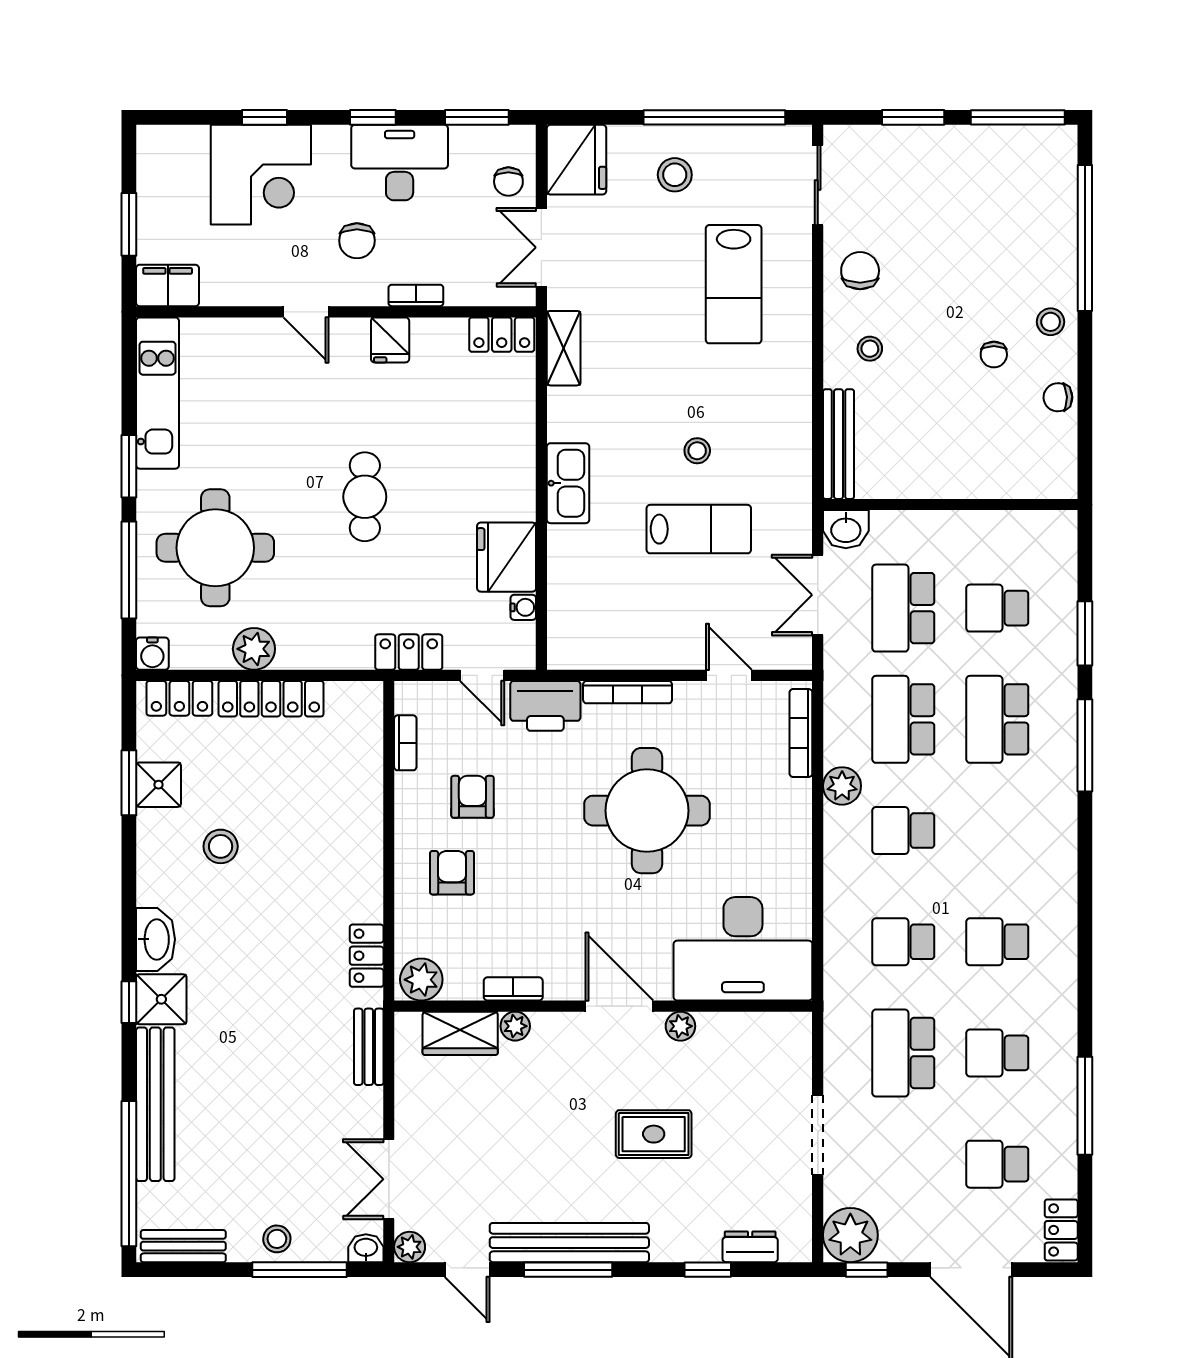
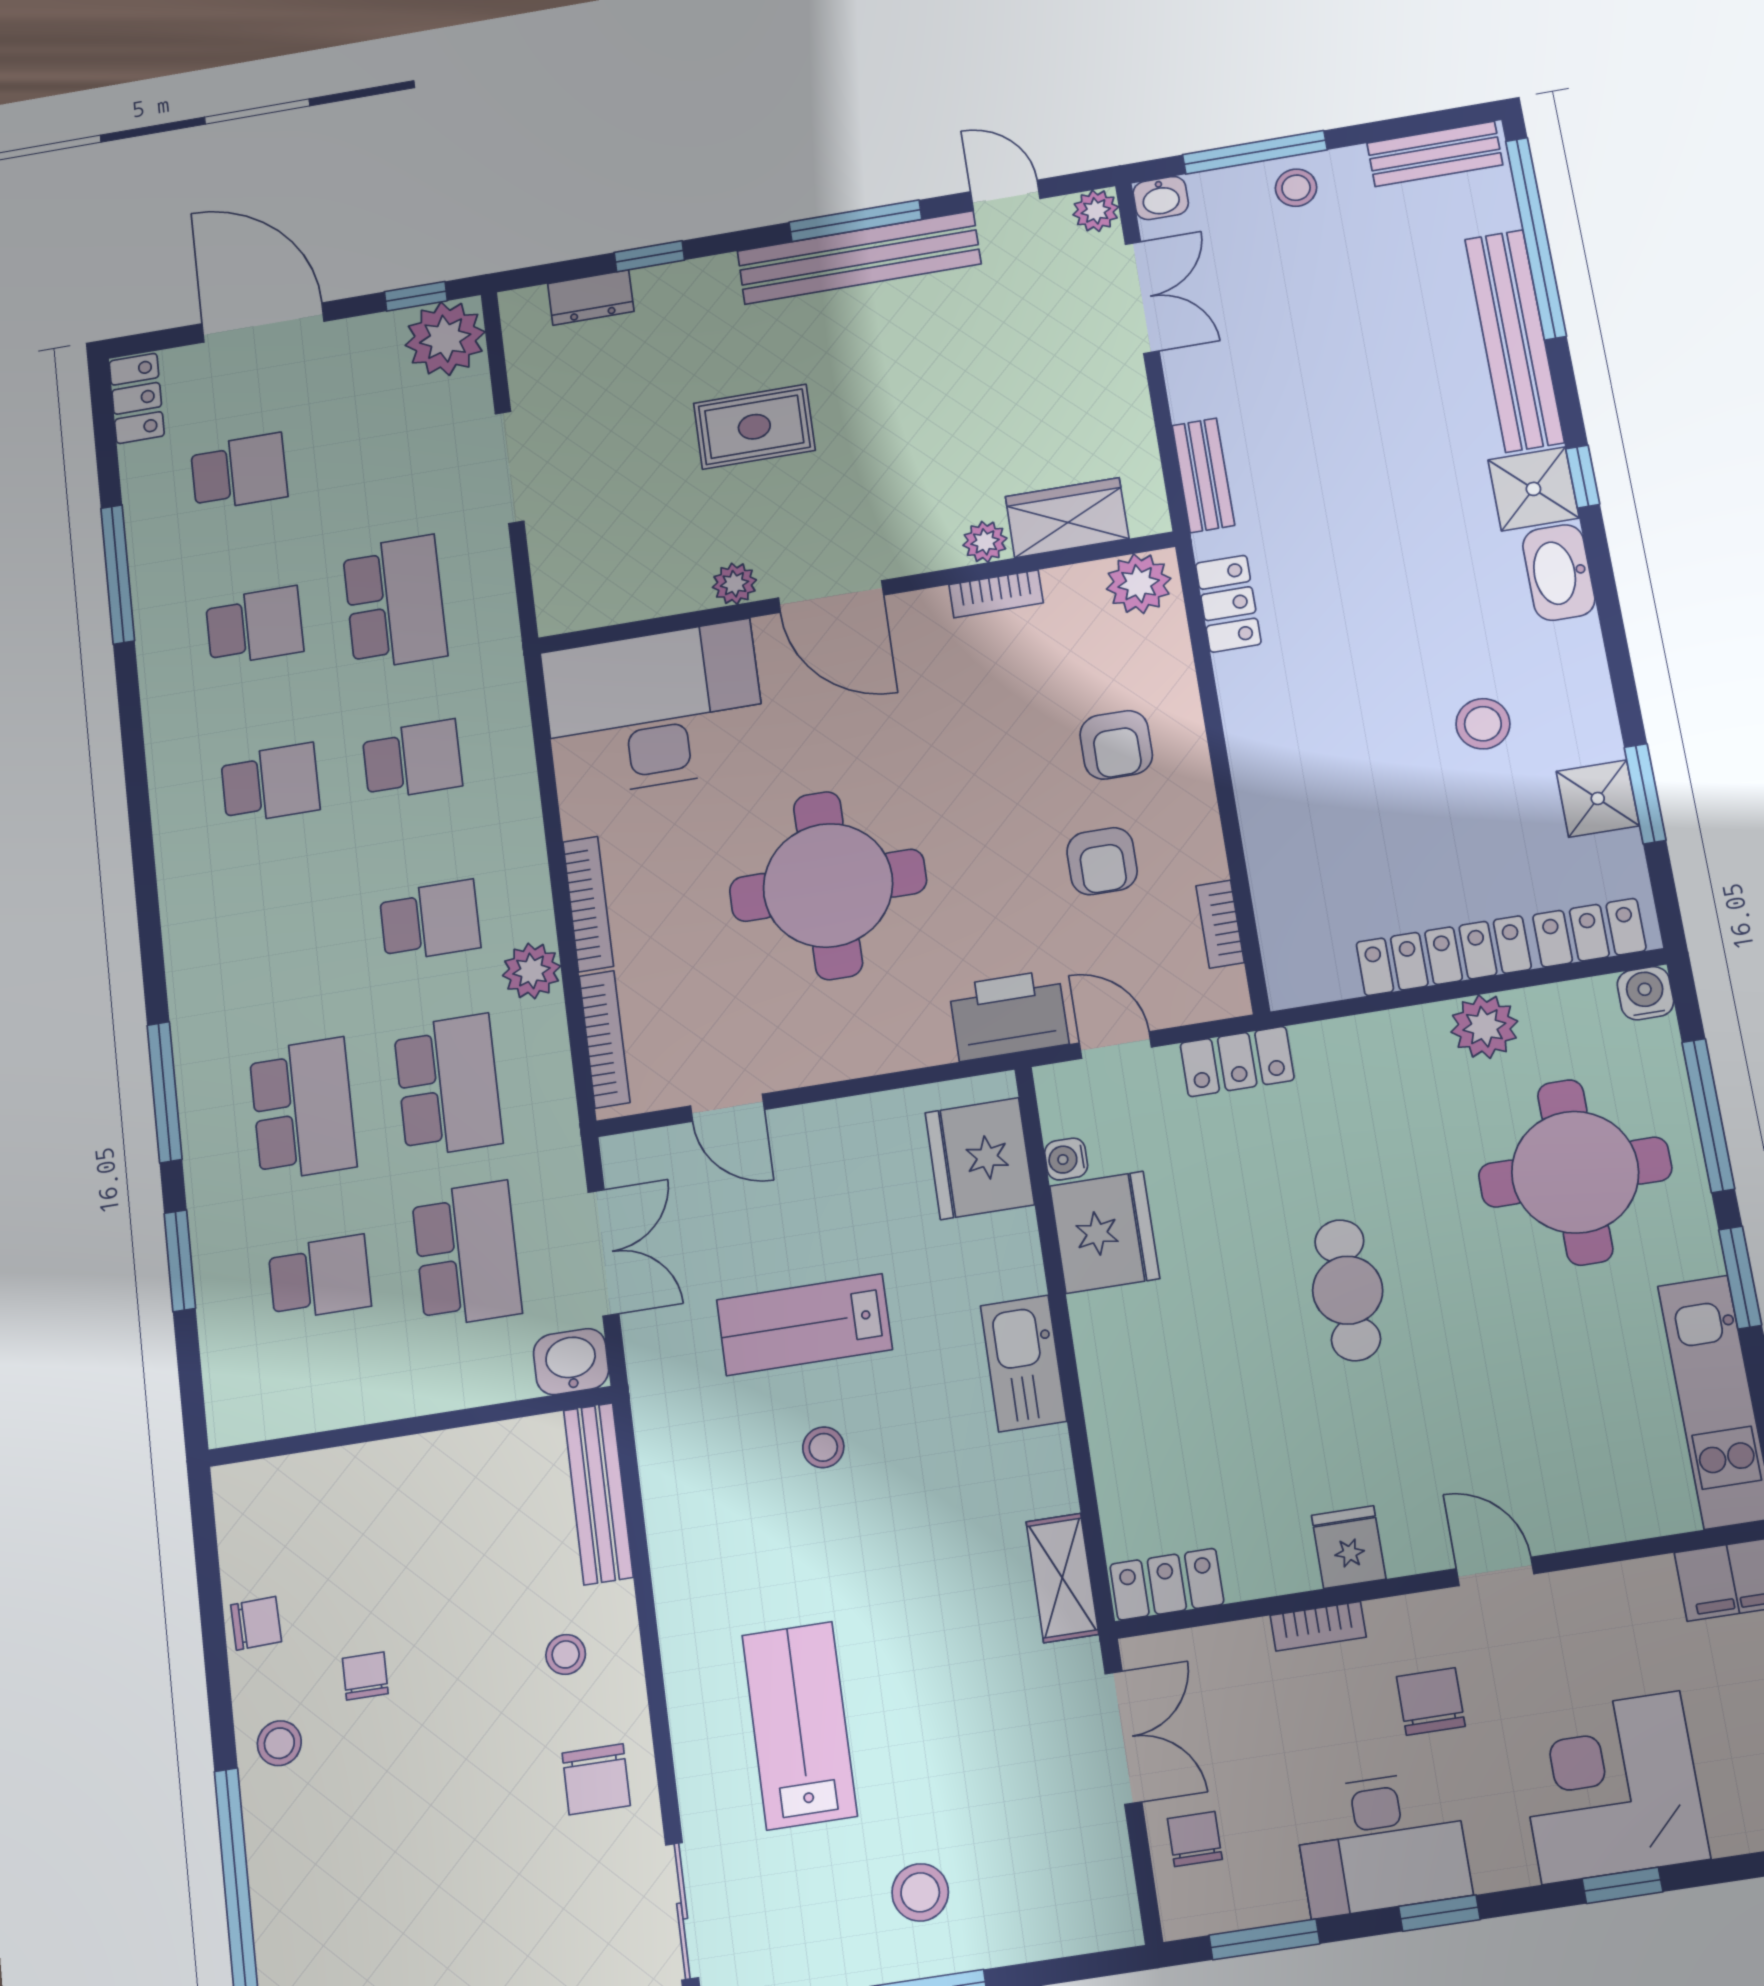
fridge: (576, 160) -> (980, 1159), moved
bookcase: (628, 692) -> (588, 904), moved, turned 90

